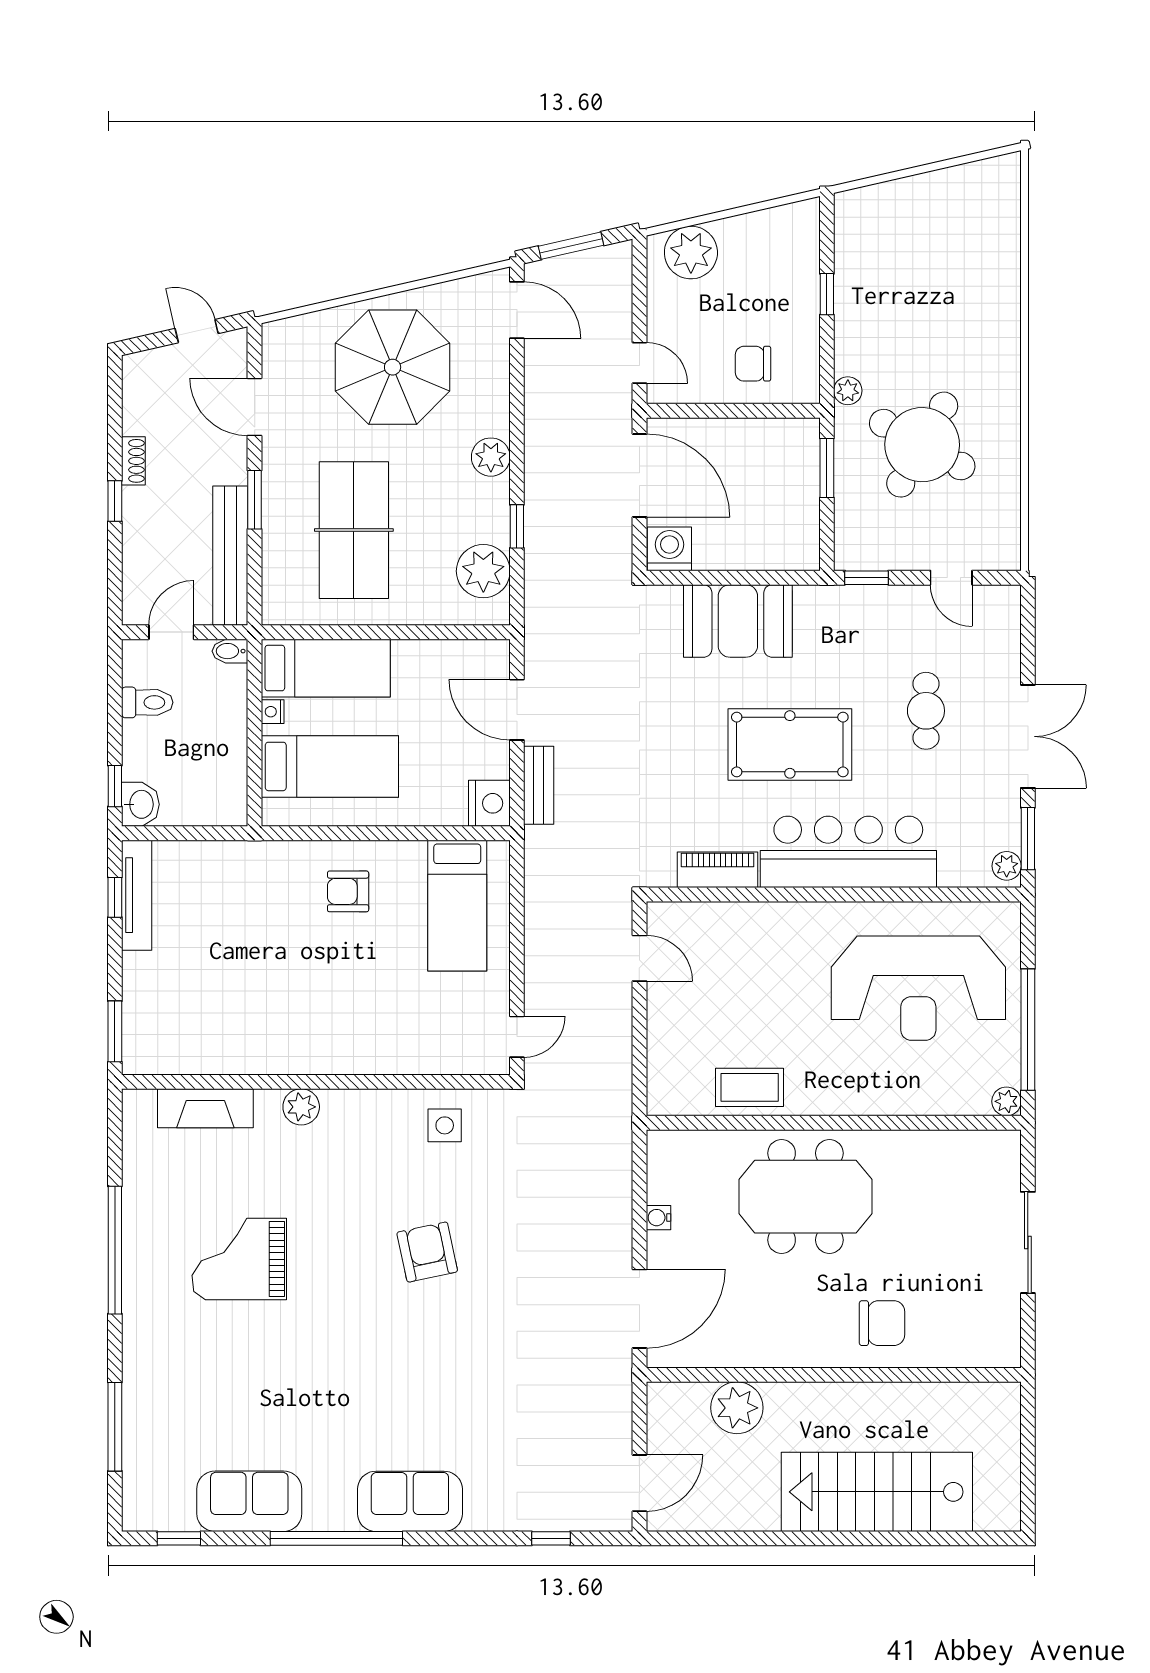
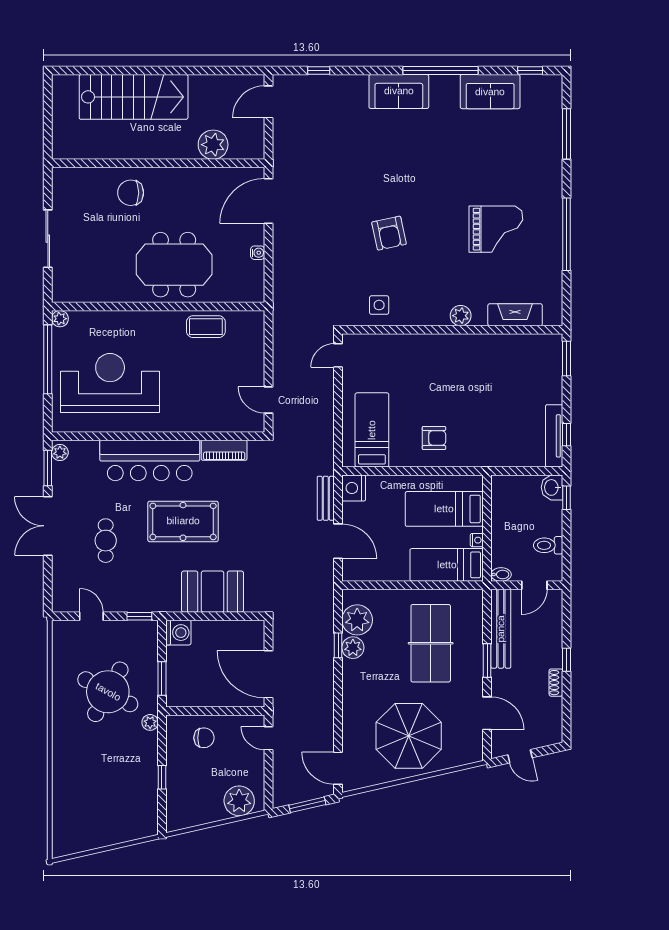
plant: (491, 457) -> (353, 648), moved
washing machine: (669, 549) -> (178, 633), moved, turned -90

